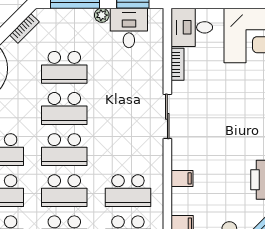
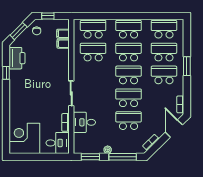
desk: (129, 28) -> (84, 122), moved, turned 90
filing cabinet: (182, 178) -> (63, 44), moved

